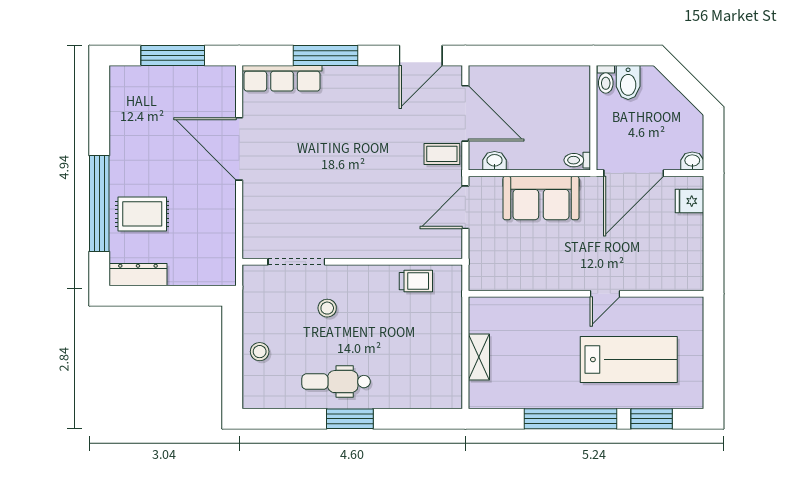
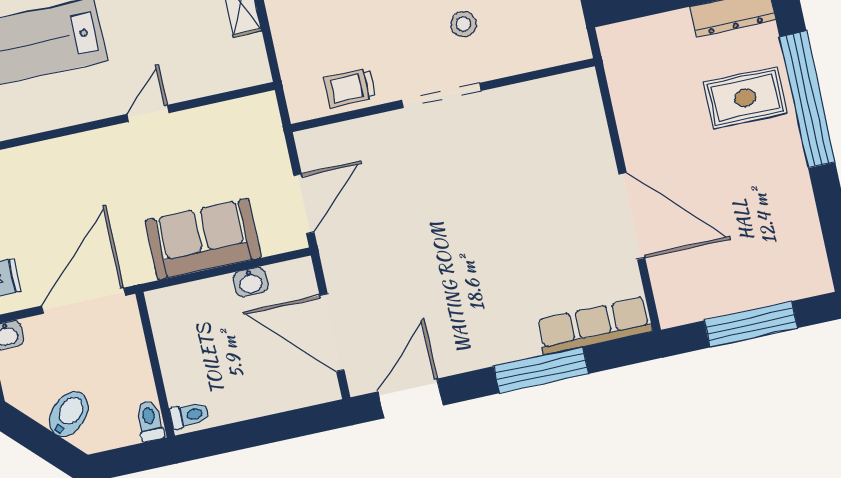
bidet: (628, 82) -> (69, 414), moved, turned 45
coffee table: (442, 154) -> (352, 270), removed
toilet: (577, 160) -> (189, 415), moved
washbasin: (495, 161) -> (251, 282), moved
doorway: (296, 262) -> (441, 95), moved
door: (605, 294) -> (148, 113), moved

